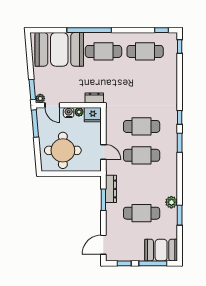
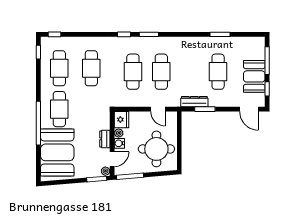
cafe table: (145, 84) -> (91, 68), added
dresser: (94, 98) -> (105, 139), moved
door: (103, 152) -> (158, 109), swing flipped
plant: (171, 202) -> (207, 42), removed
booth: (161, 250) -> (254, 76), moved

